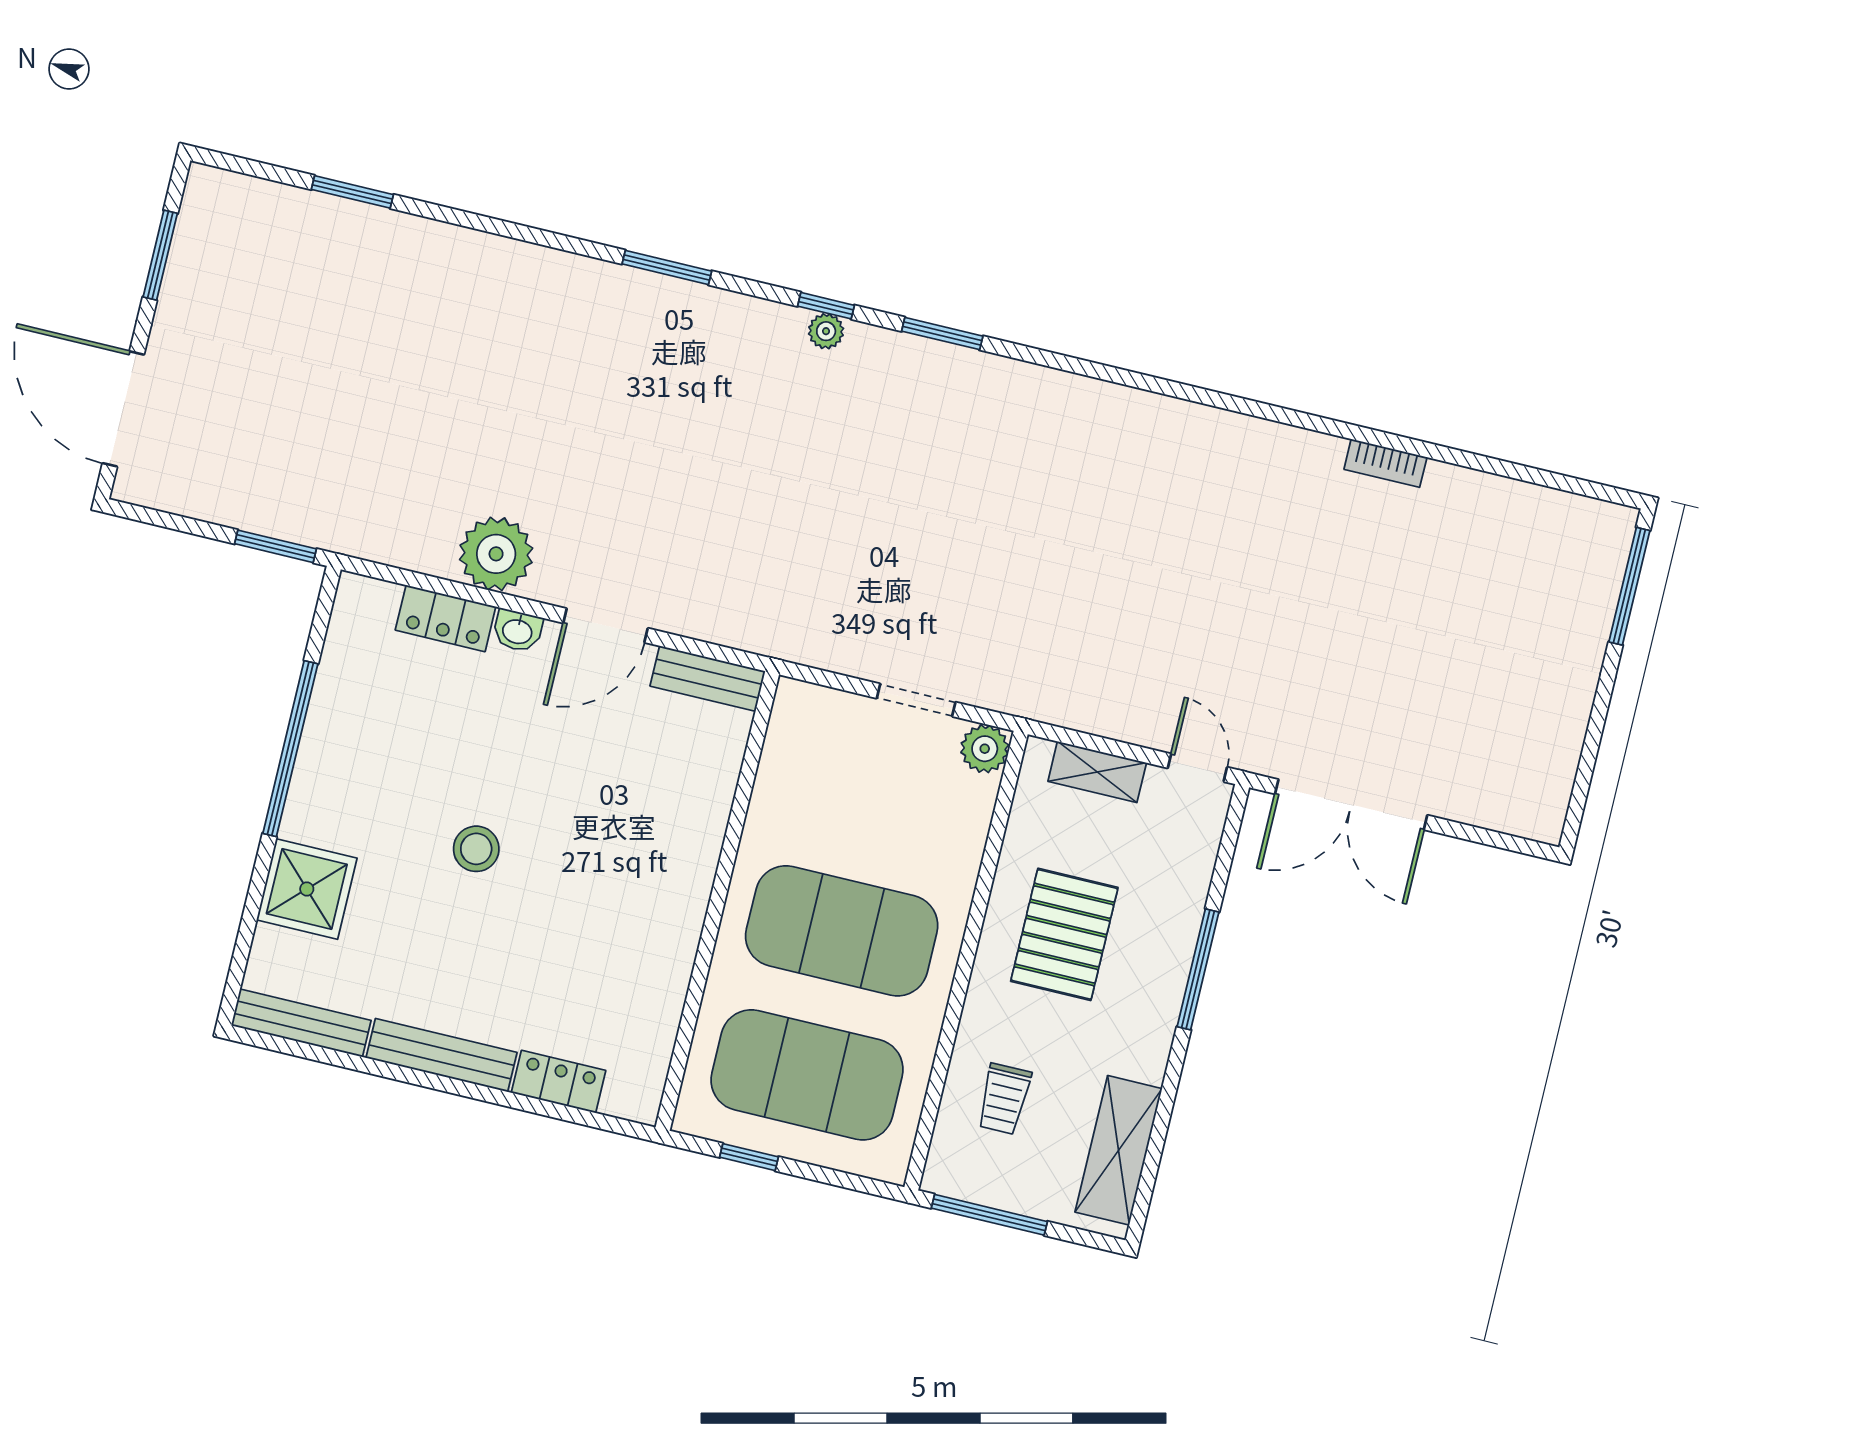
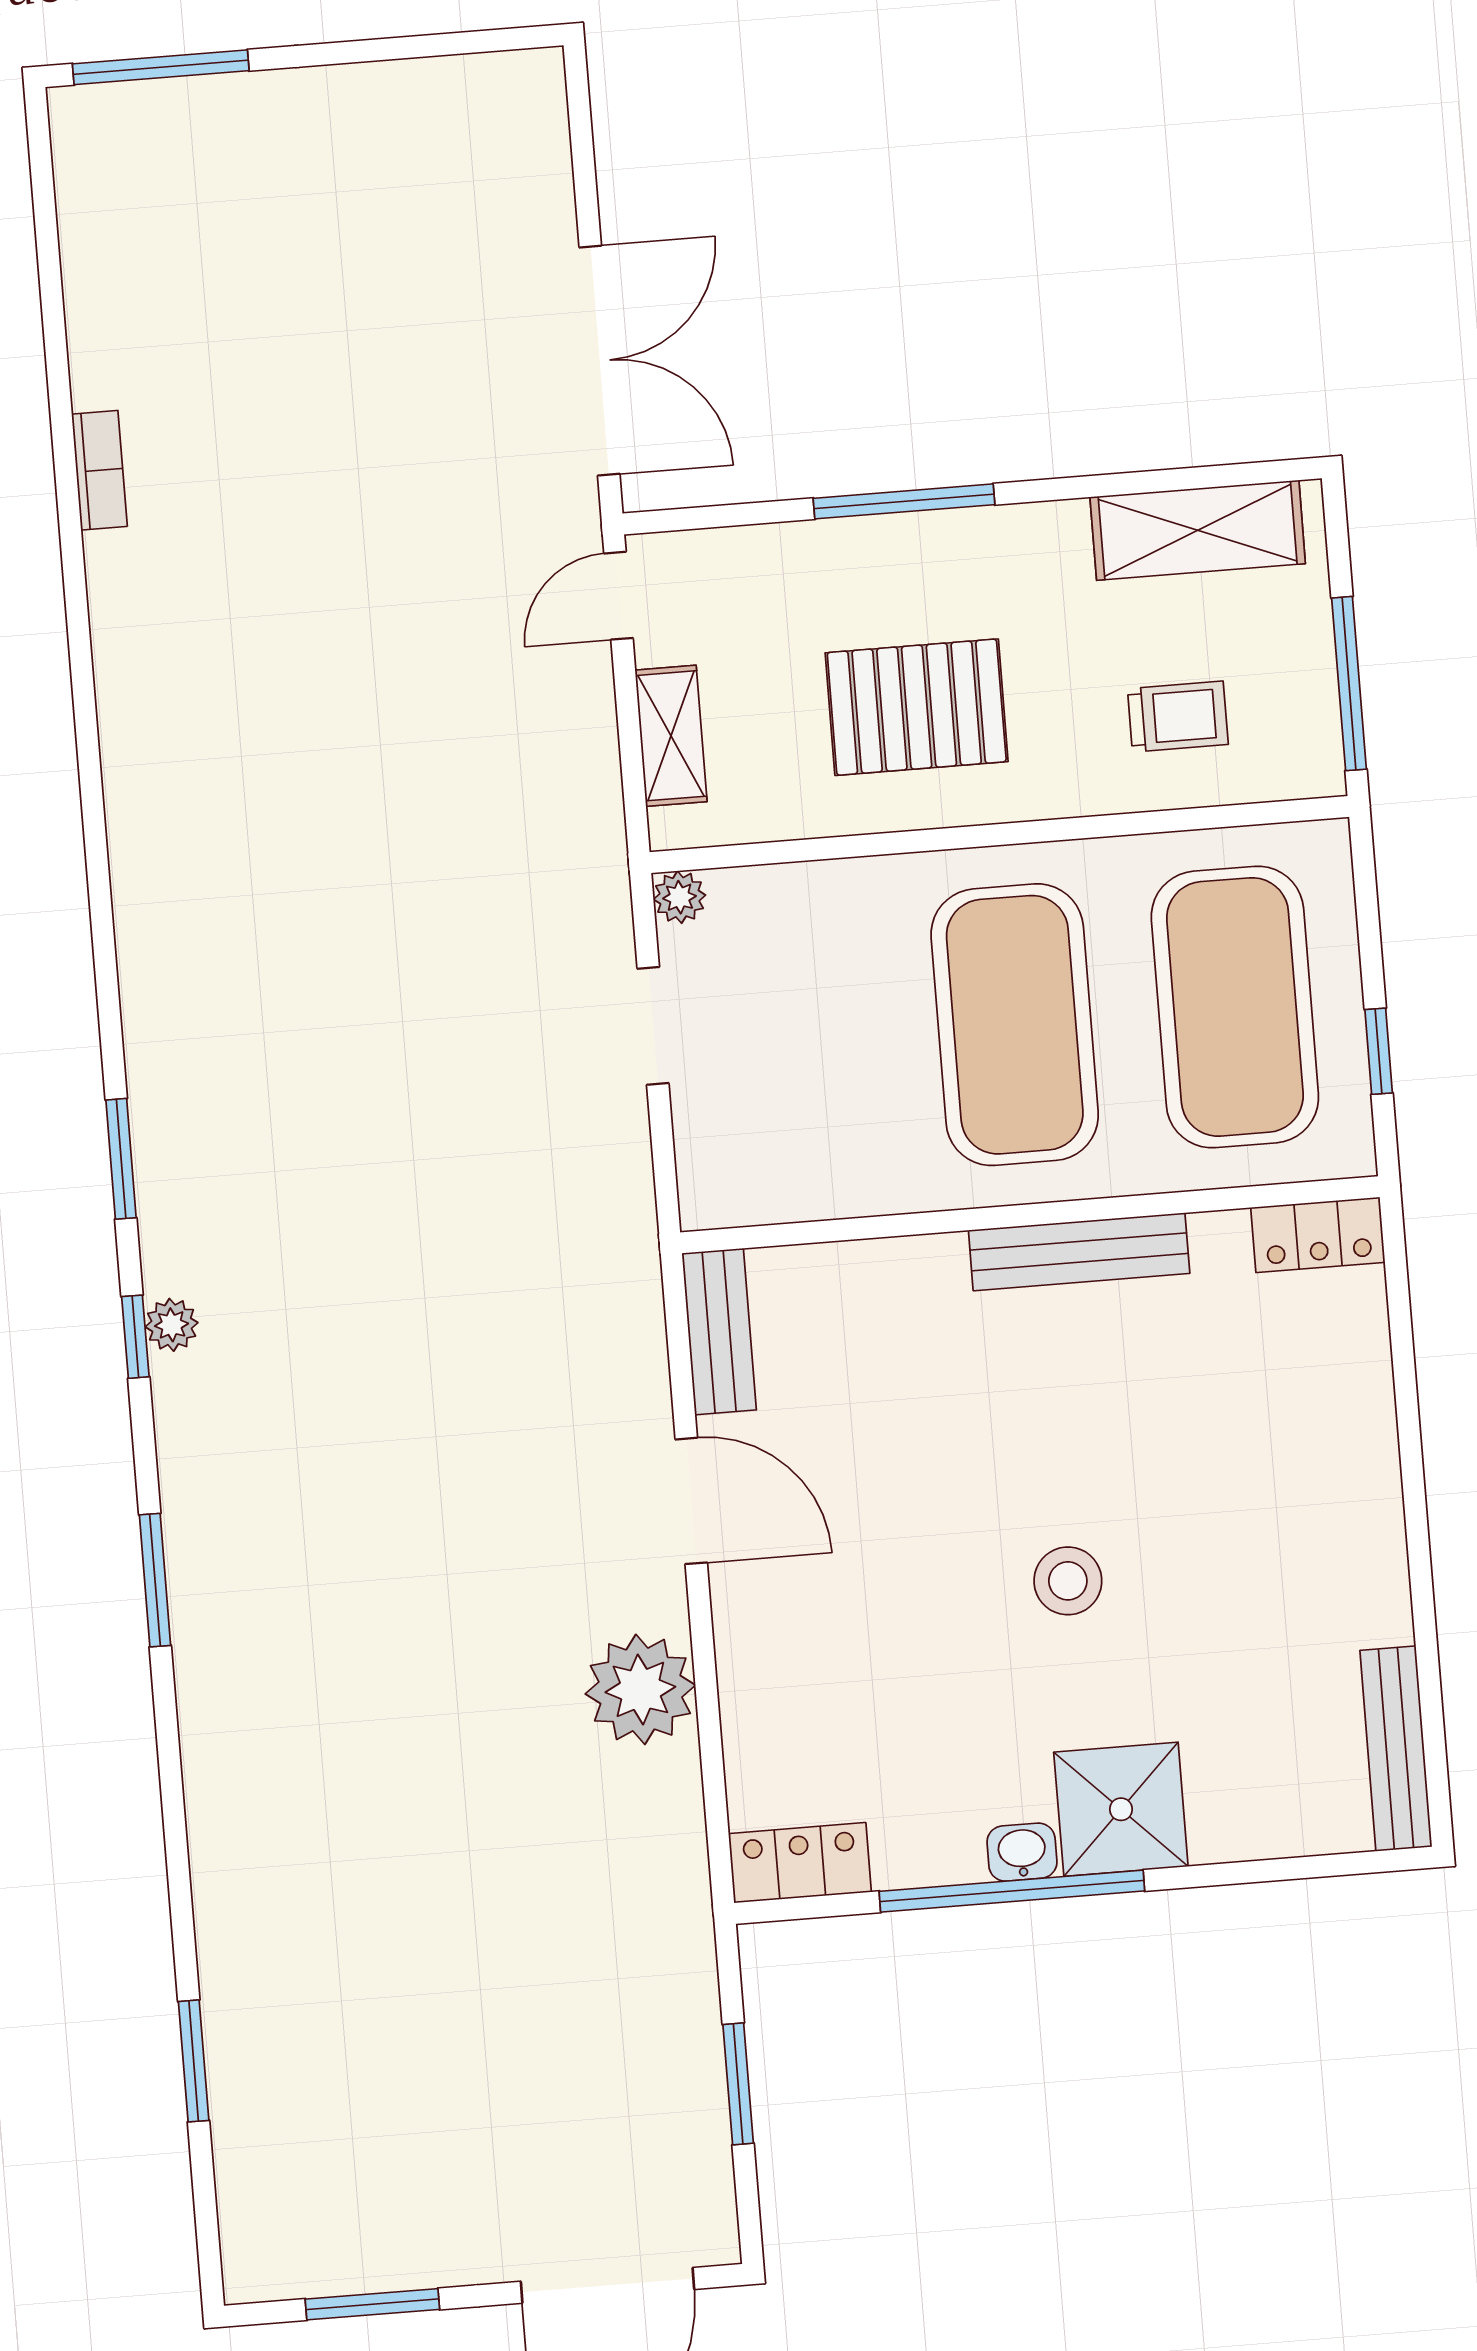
window: (276, 546) -> (738, 2084), moved
locker: (446, 618) -> (800, 1863), moved, turned -90
washbasin: (518, 631) -> (1022, 1852), moved, turned -90
plant: (985, 749) -> (679, 897), width x0.73, depth x0.73
shower: (307, 889) -> (1121, 1809), moved
bench: (441, 1055) -> (1079, 1252), moved, turned 90
locker: (558, 1082) -> (1318, 1235), moved, turned -90

